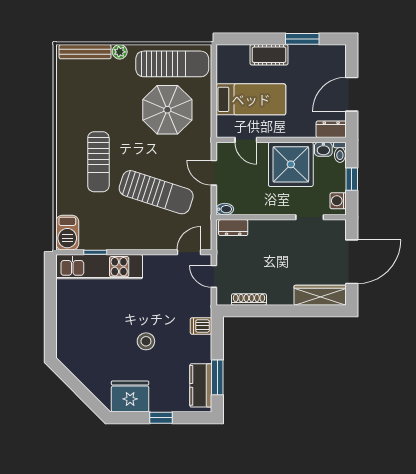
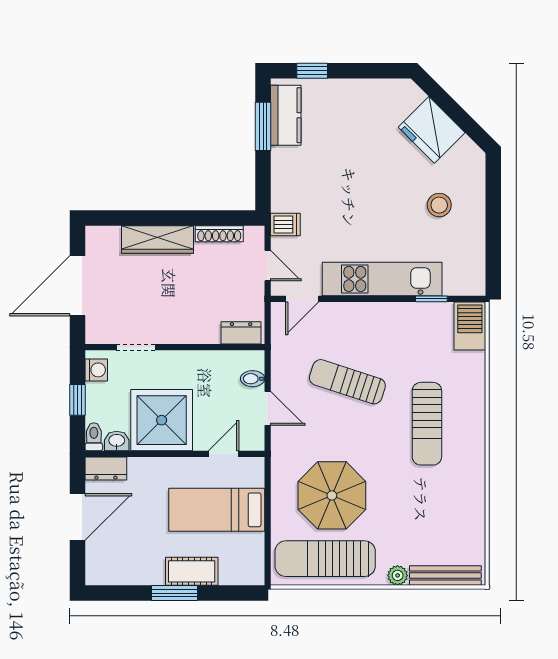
window: (302, 39) -> (175, 593), moved
door: (246, 140) -> (224, 454), hinge flipped
sun lounger: (98, 162) -> (427, 424), turned 180
sun lounger: (156, 192) -> (347, 382), width x0.73, depth x0.75
bidet: (225, 209) -> (253, 379), moved
kitchen unit: (99, 267) -> (382, 279), moved
wardrobe: (320, 295) -> (157, 240), moved
dishwasher: (201, 326) -> (285, 224), moved
stool: (146, 341) -> (439, 205), moved
fridge: (130, 396) -> (432, 130), moved, turned 45
window: (161, 418) -> (312, 71), moved

